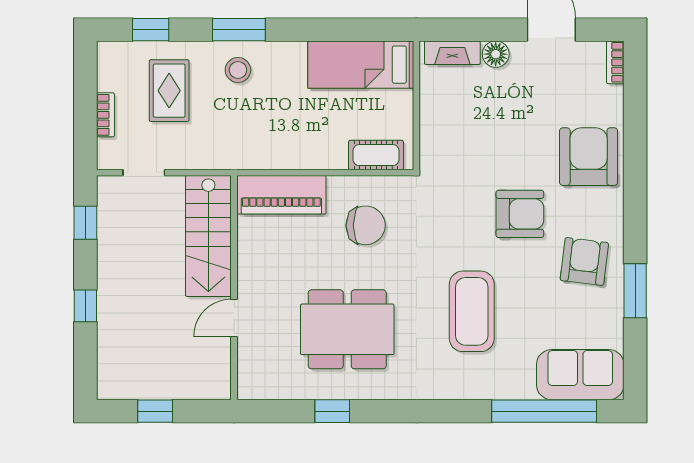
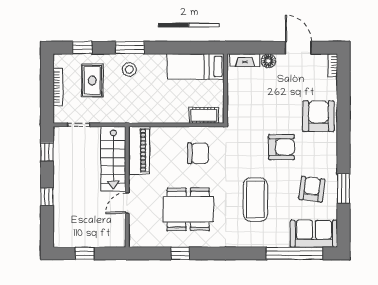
bookcase: (105, 115) -> (58, 87), width x1.56
piano: (281, 195) -> (139, 150), moved, turned -90
armchair: (584, 261) -> (312, 189), moved

